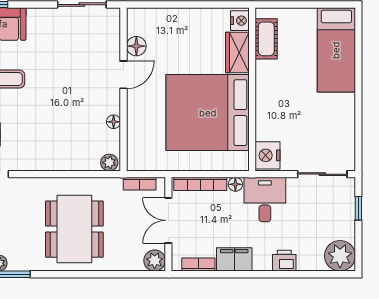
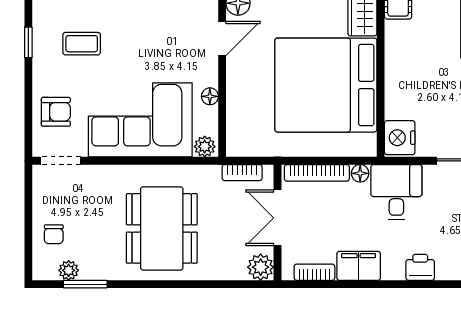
corner sofa: (57, 141) -> (140, 120), added

